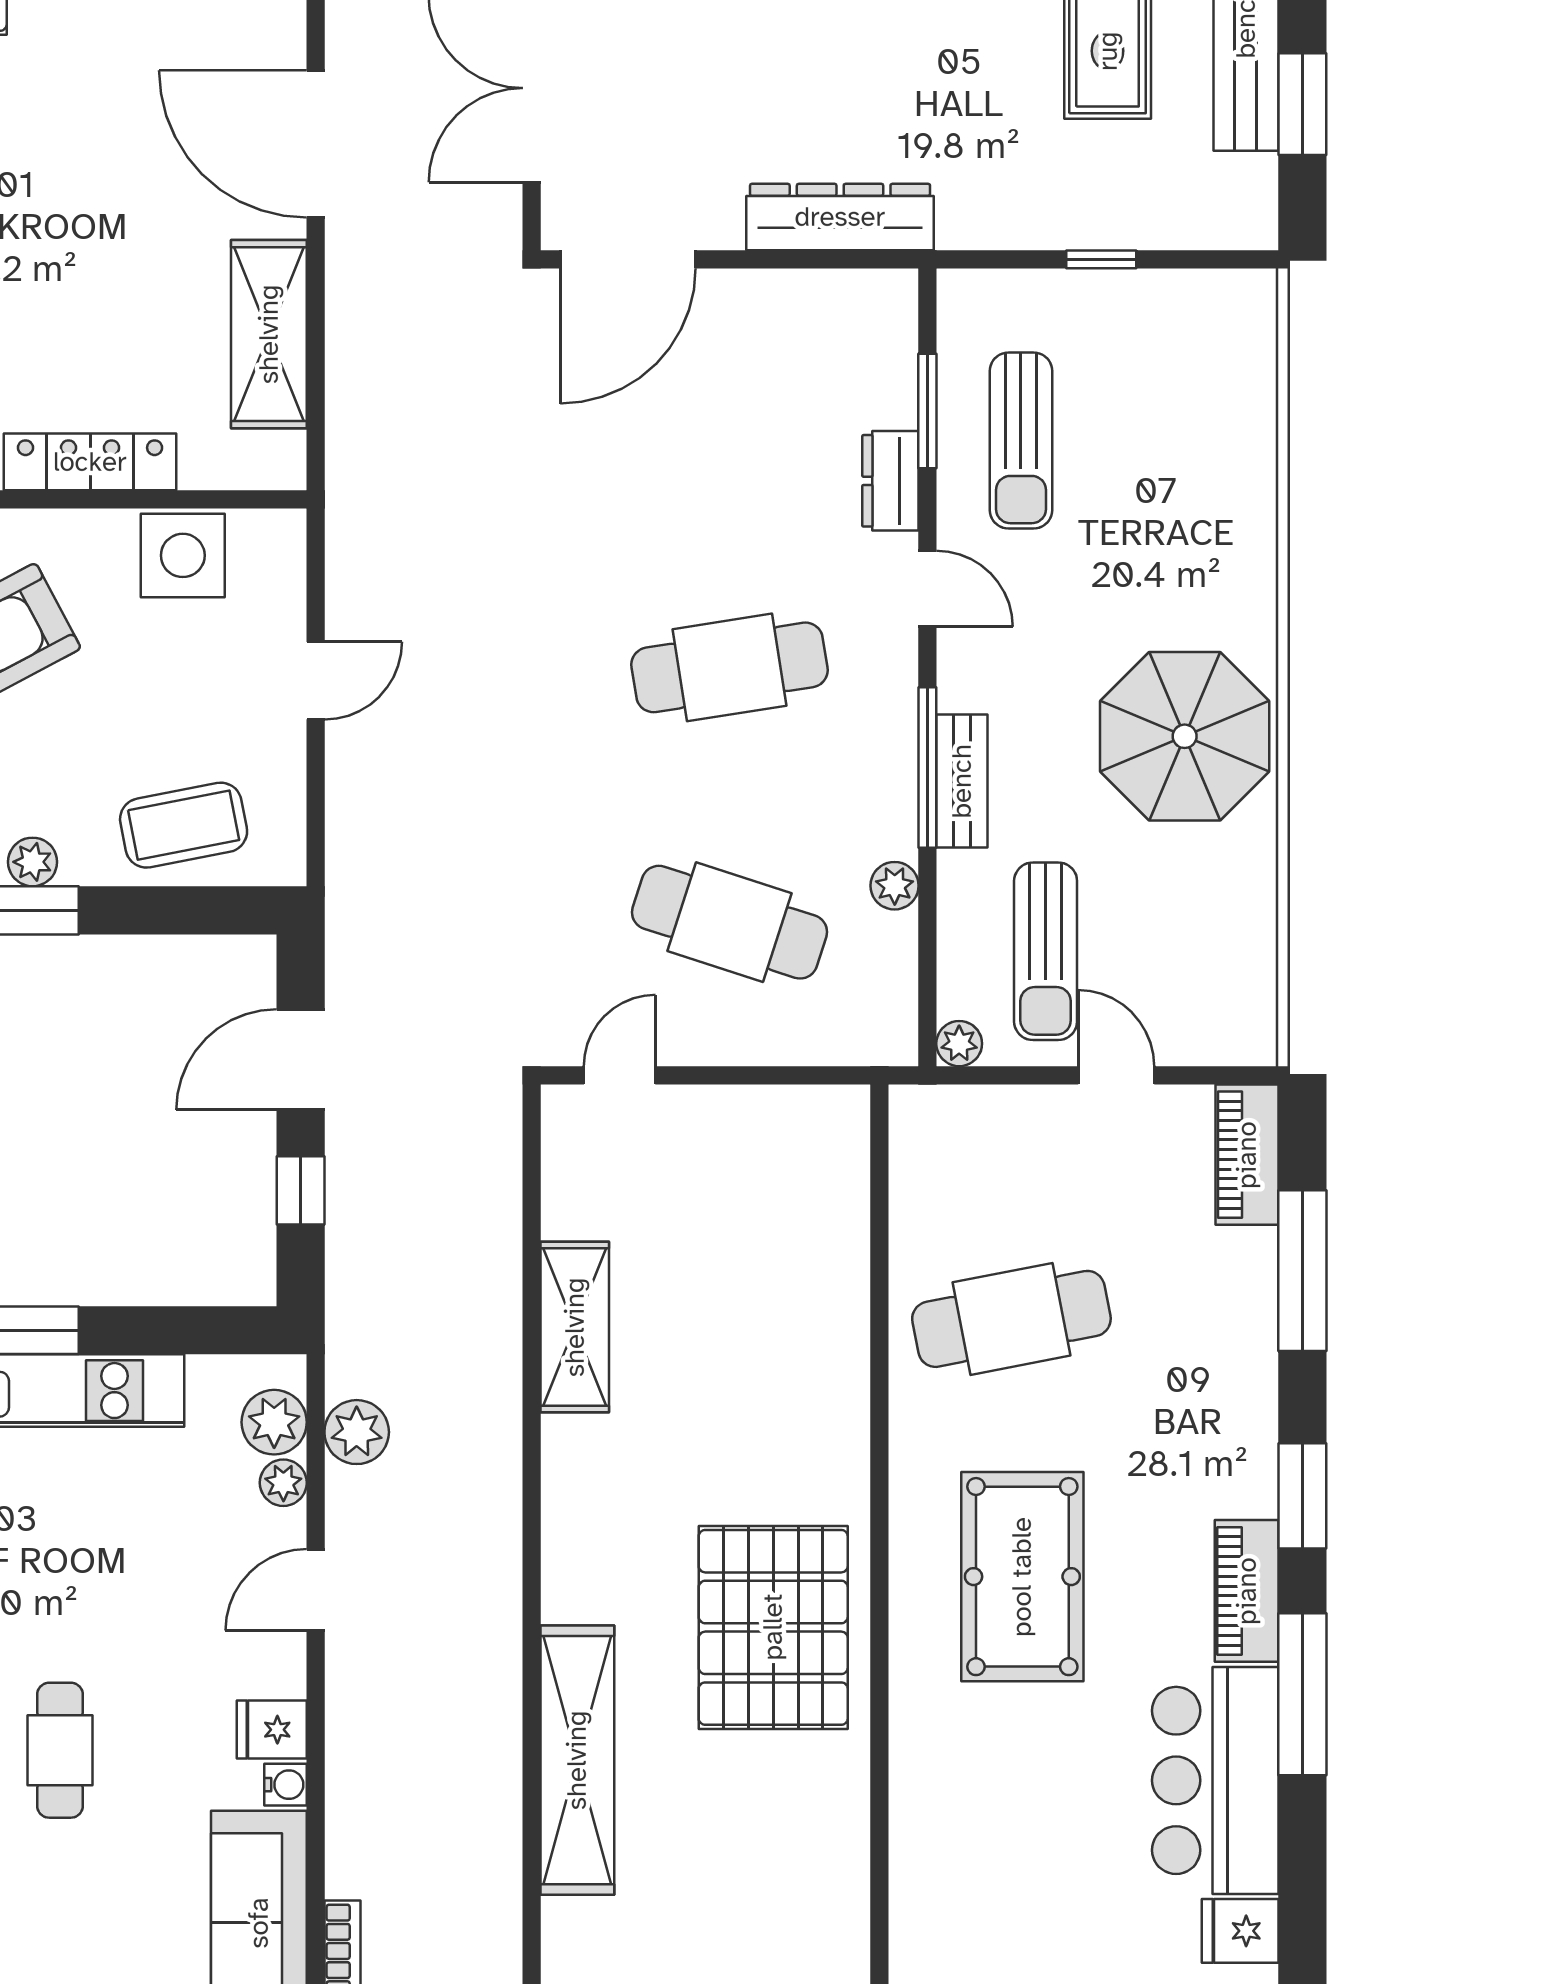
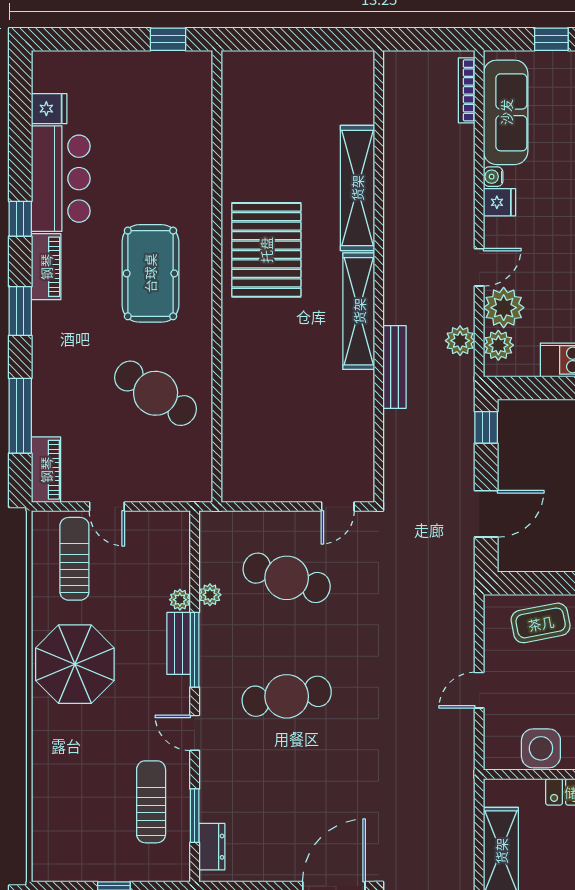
dresser: (890, 481) -> (212, 847), moved
sun lounger: (1046, 951) -> (74, 559), moved
plant: (959, 1044) -> (180, 600), moved
window: (301, 1190) -> (486, 427), moved
cafe table: (1011, 1319) -> (156, 393), turned 44
shelving: (575, 1327) -> (359, 311), moved, width x1.47
bench: (498, 1375) -> (394, 367), added
plant: (283, 1483) -> (504, 308), width x1.88, depth x1.88
window: (1302, 1694) -> (20, 219), width x0.46

